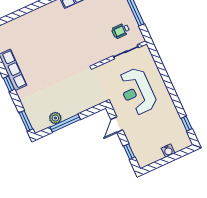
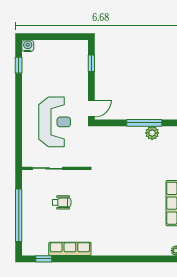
wheelchair: (121, 31) -> (62, 202), moved
door: (117, 125) -> (91, 108), moved
water cooler: (168, 151) -> (28, 46), moved

